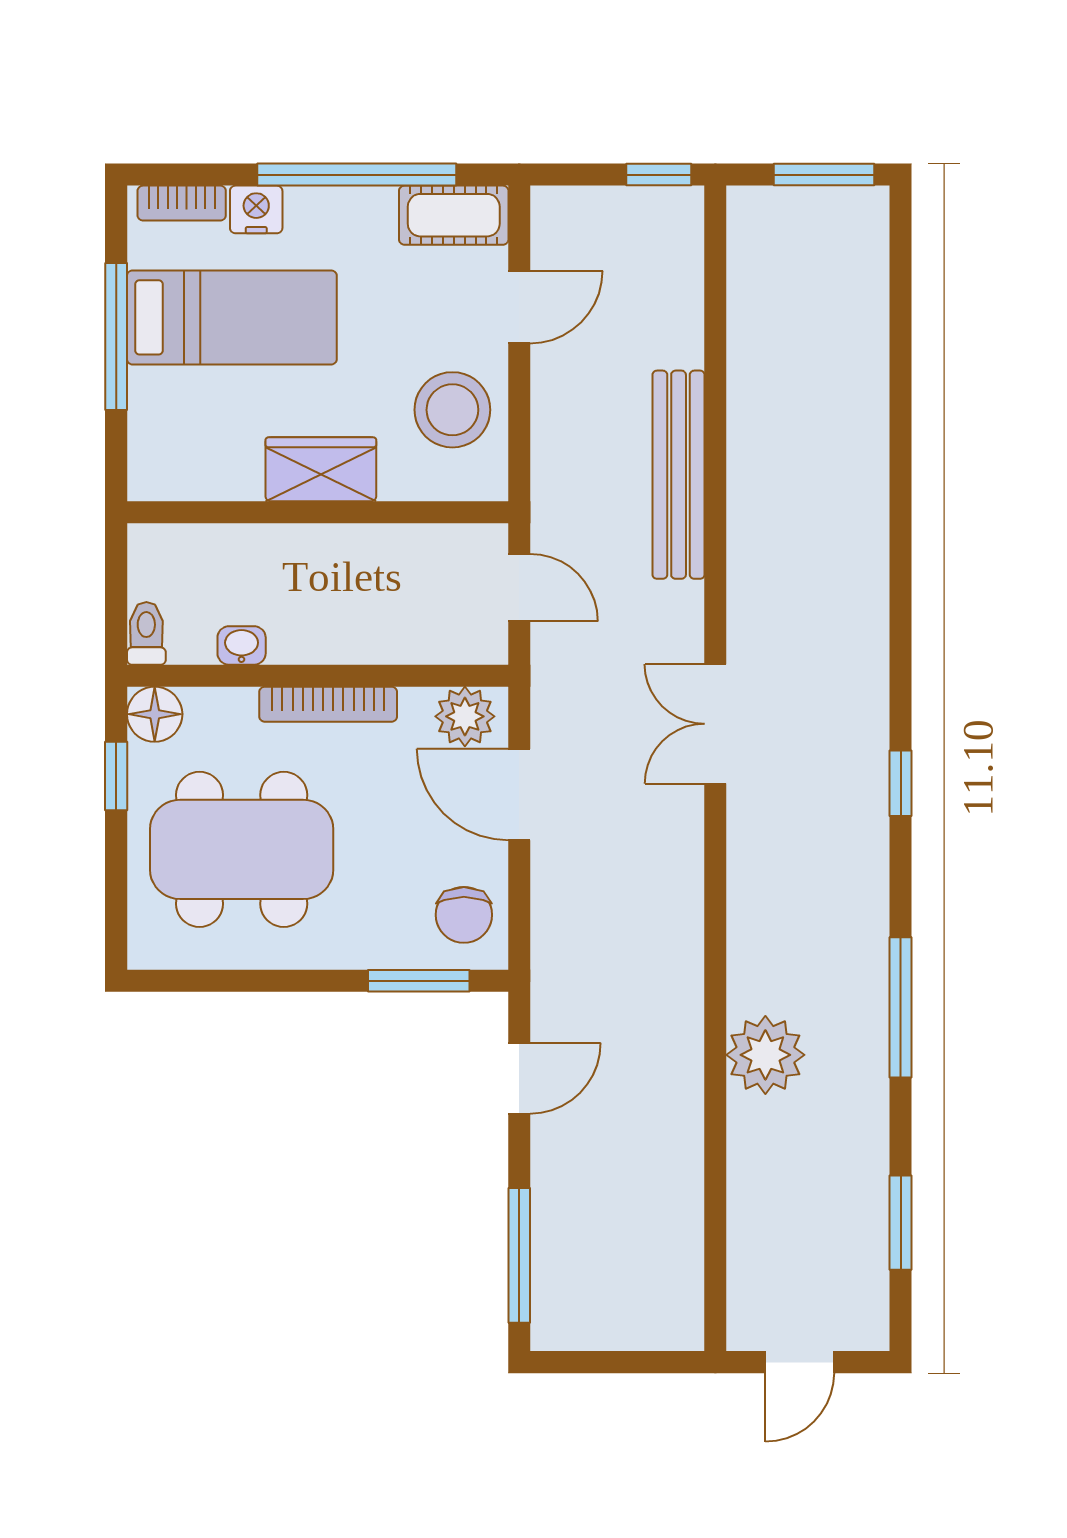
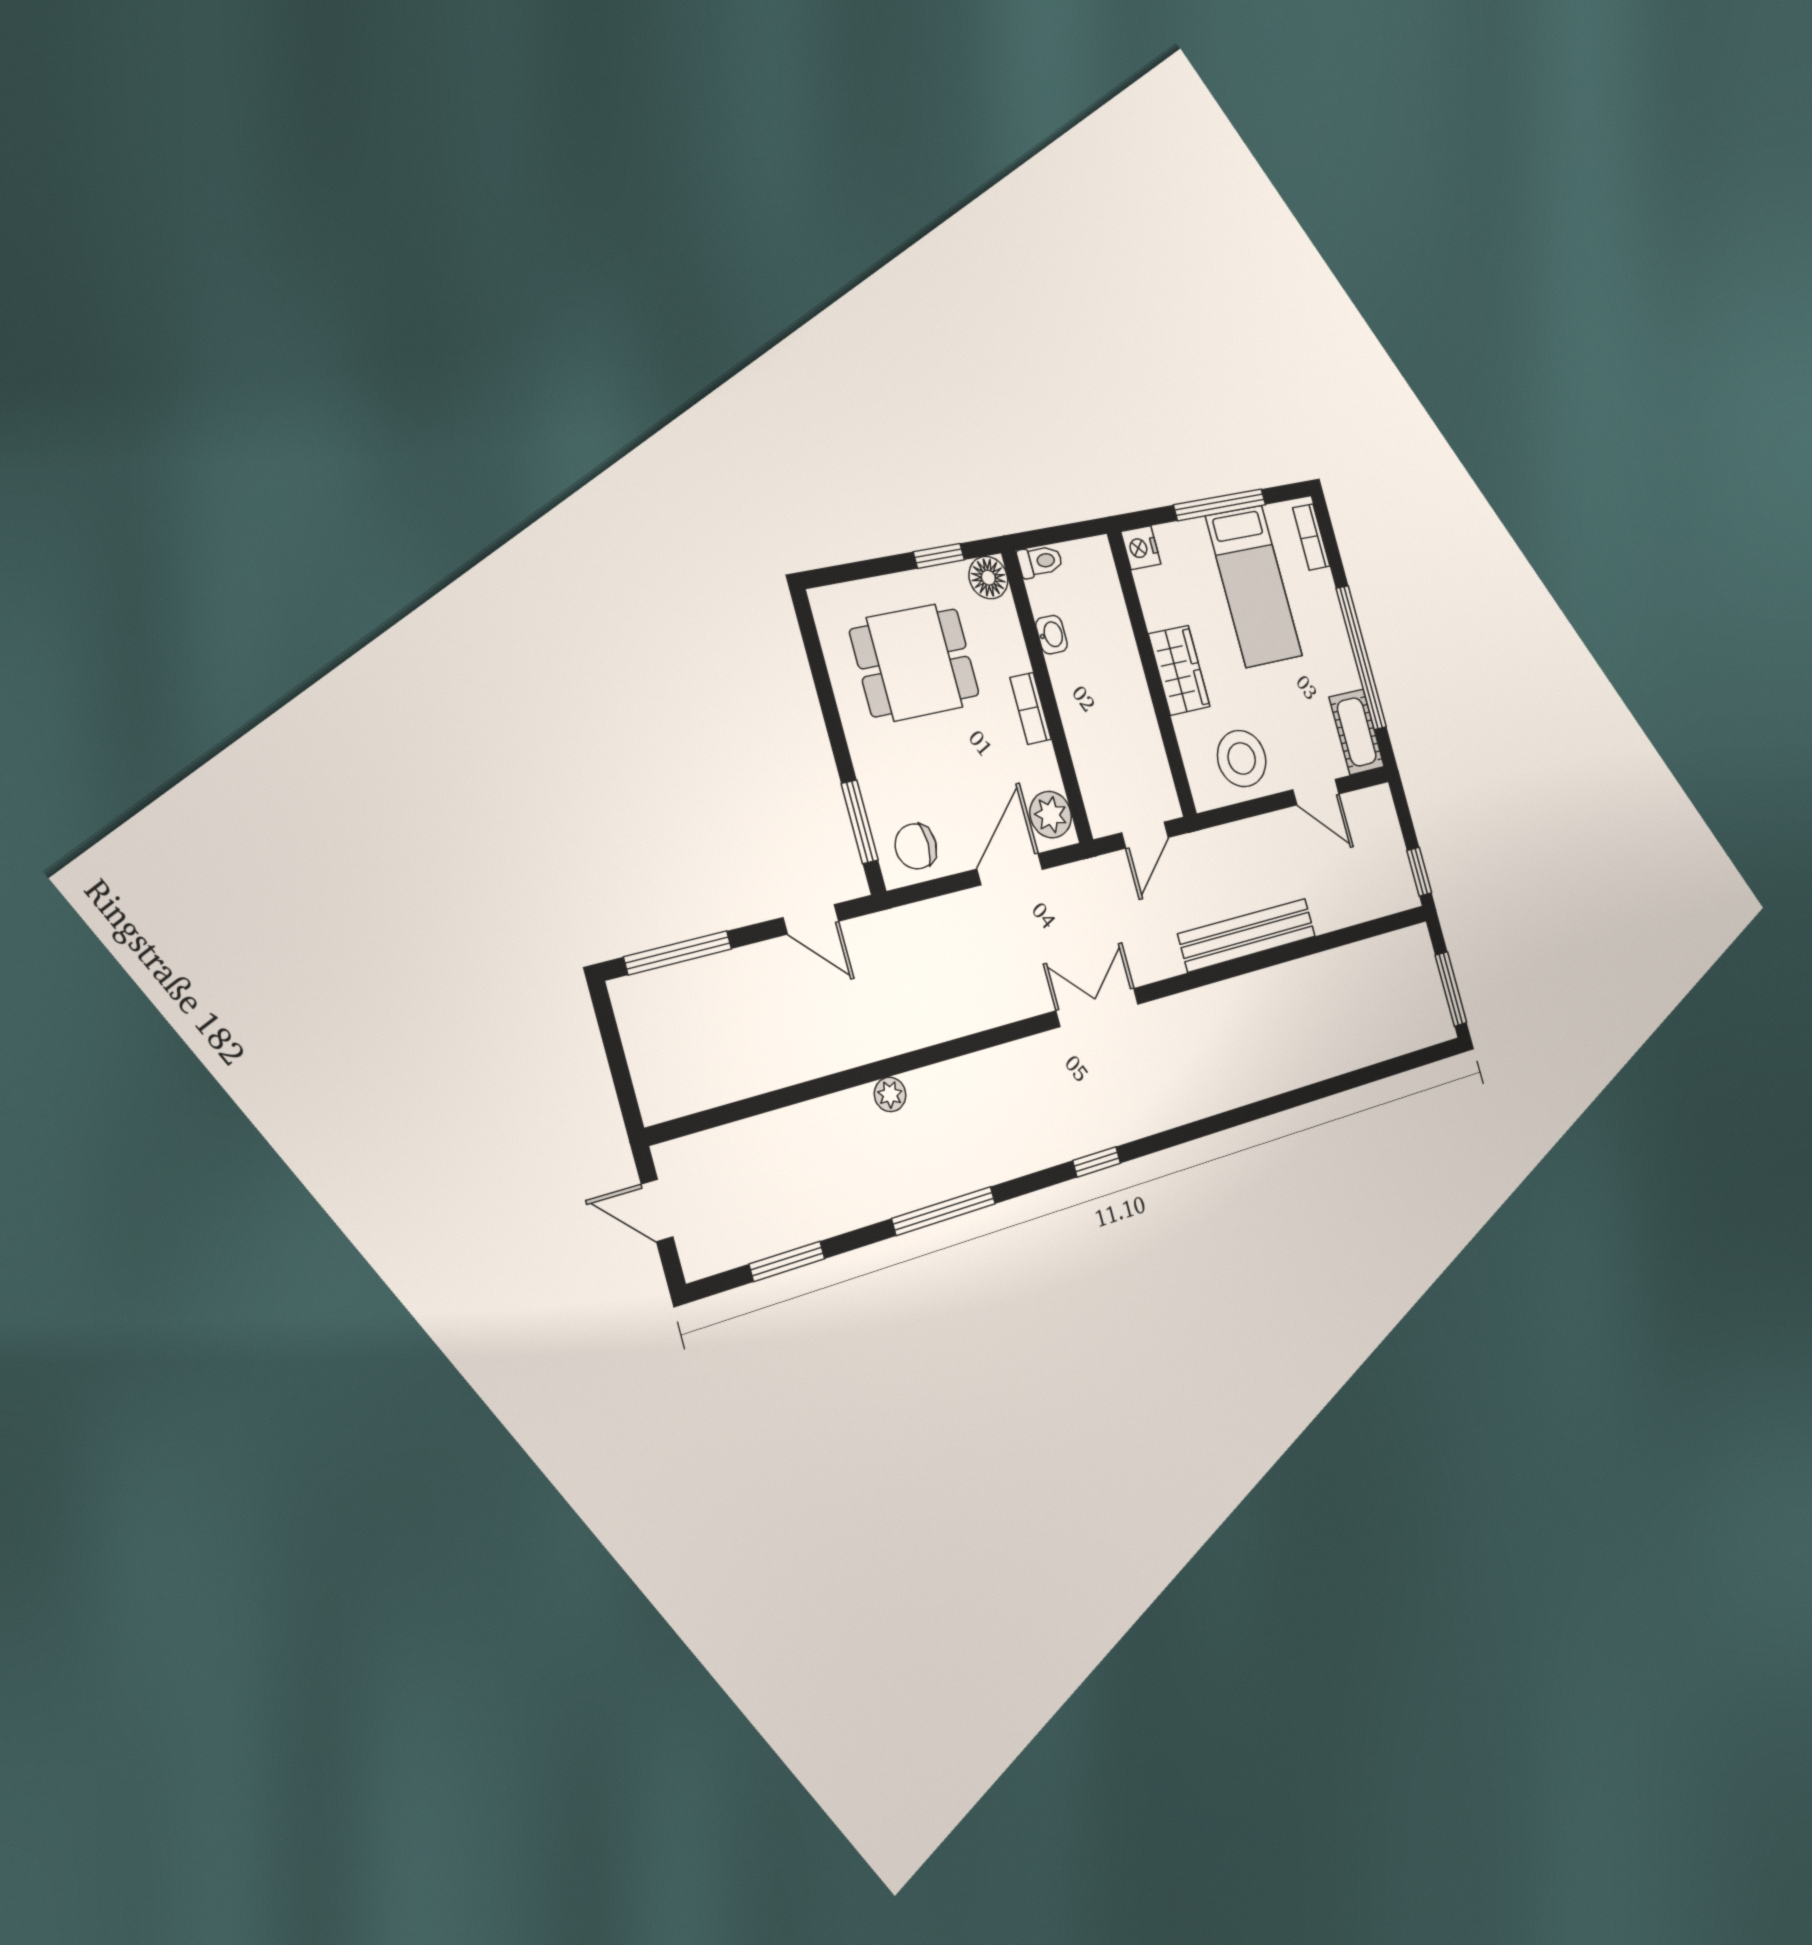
nightstand: (256, 209) -> (1141, 548), moved, turned 180
bookcase: (328, 704) -> (1031, 708), width x0.64
dining table: (242, 849) -> (915, 663), width x0.73
plant: (765, 1055) -> (890, 1094), width x0.53, depth x0.53

